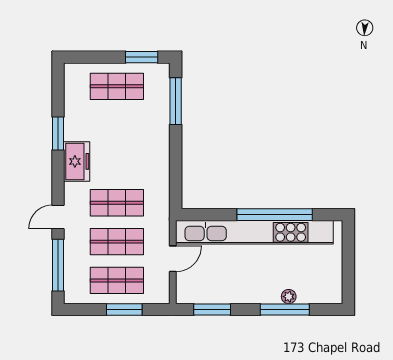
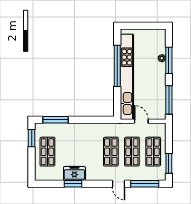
freezer: (77, 161) -> (74, 174), moved
window: (124, 310) -> (169, 163), moved
window: (212, 310) -> (169, 100), width x1.44

